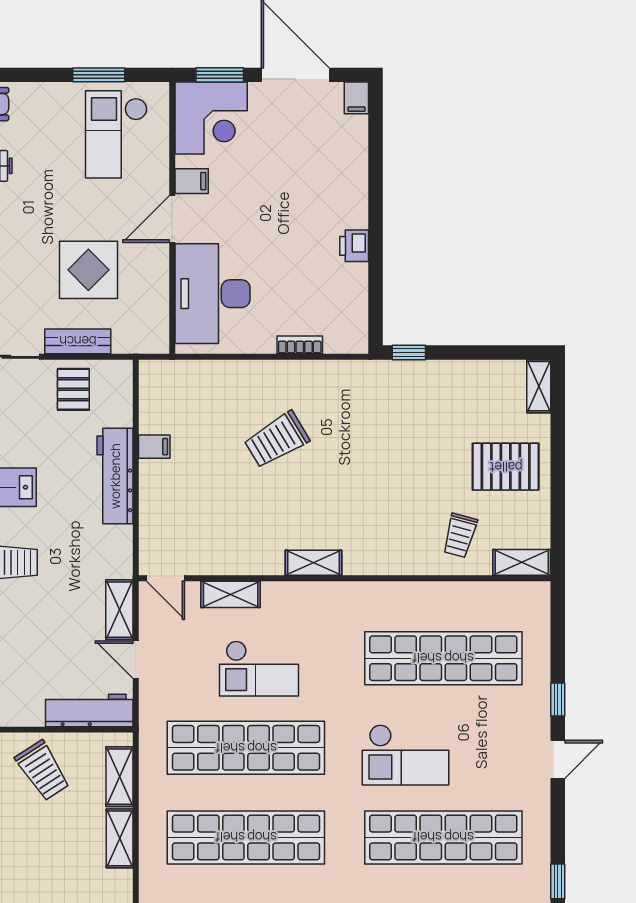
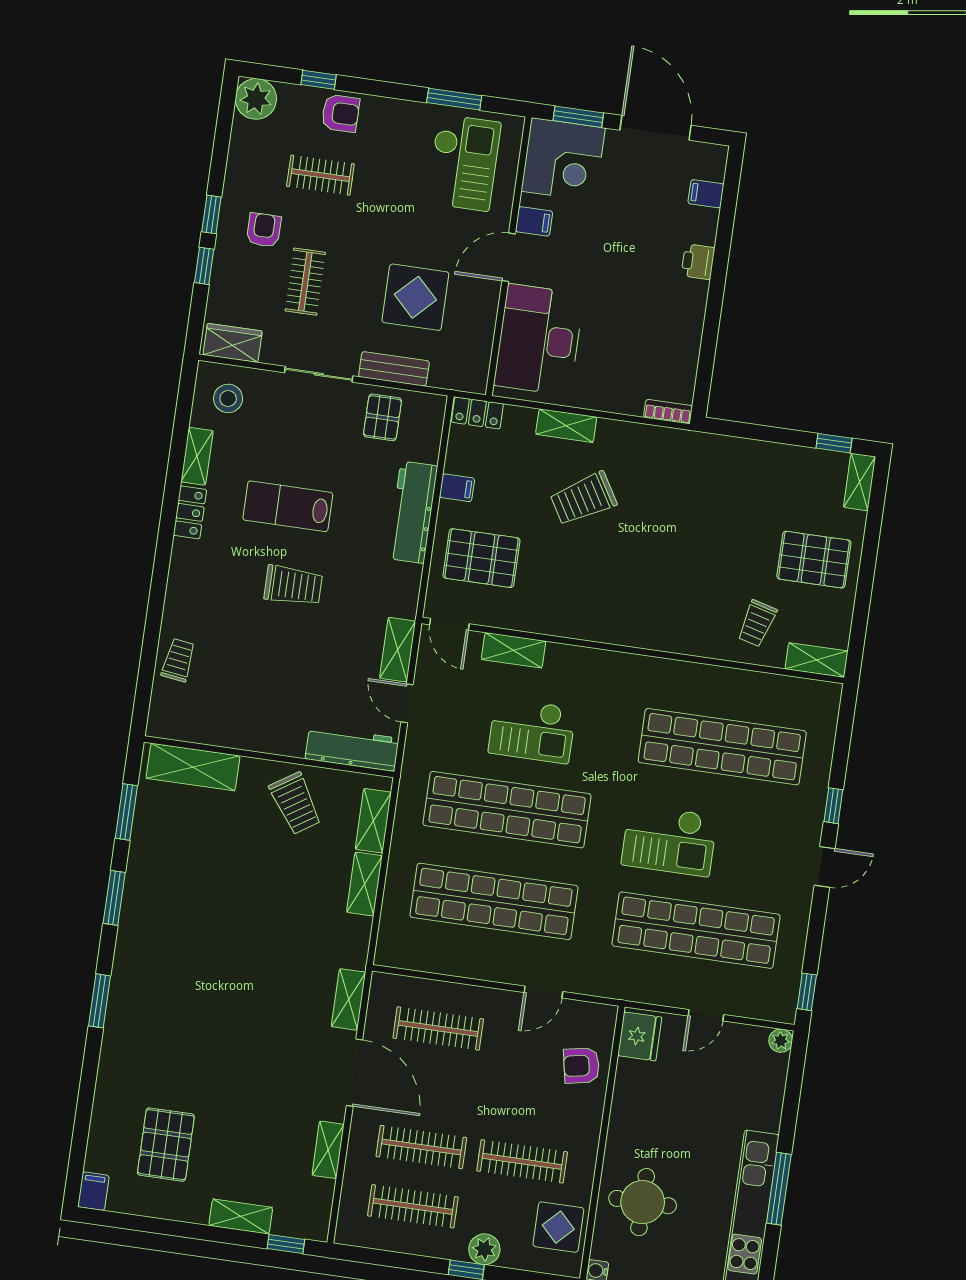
filing cabinet: (356, 98) -> (706, 194), moved, turned 90
checkout: (116, 134) -> (464, 163), turned 180
printer: (354, 246) -> (698, 262), moved
bookcase: (300, 345) -> (668, 412), moved
window: (409, 353) -> (834, 443), moved
locker: (164, 372) -> (477, 413), added
pallet: (187, 510) -> (482, 558), added
shelving: (313, 563) -> (566, 426), moved

